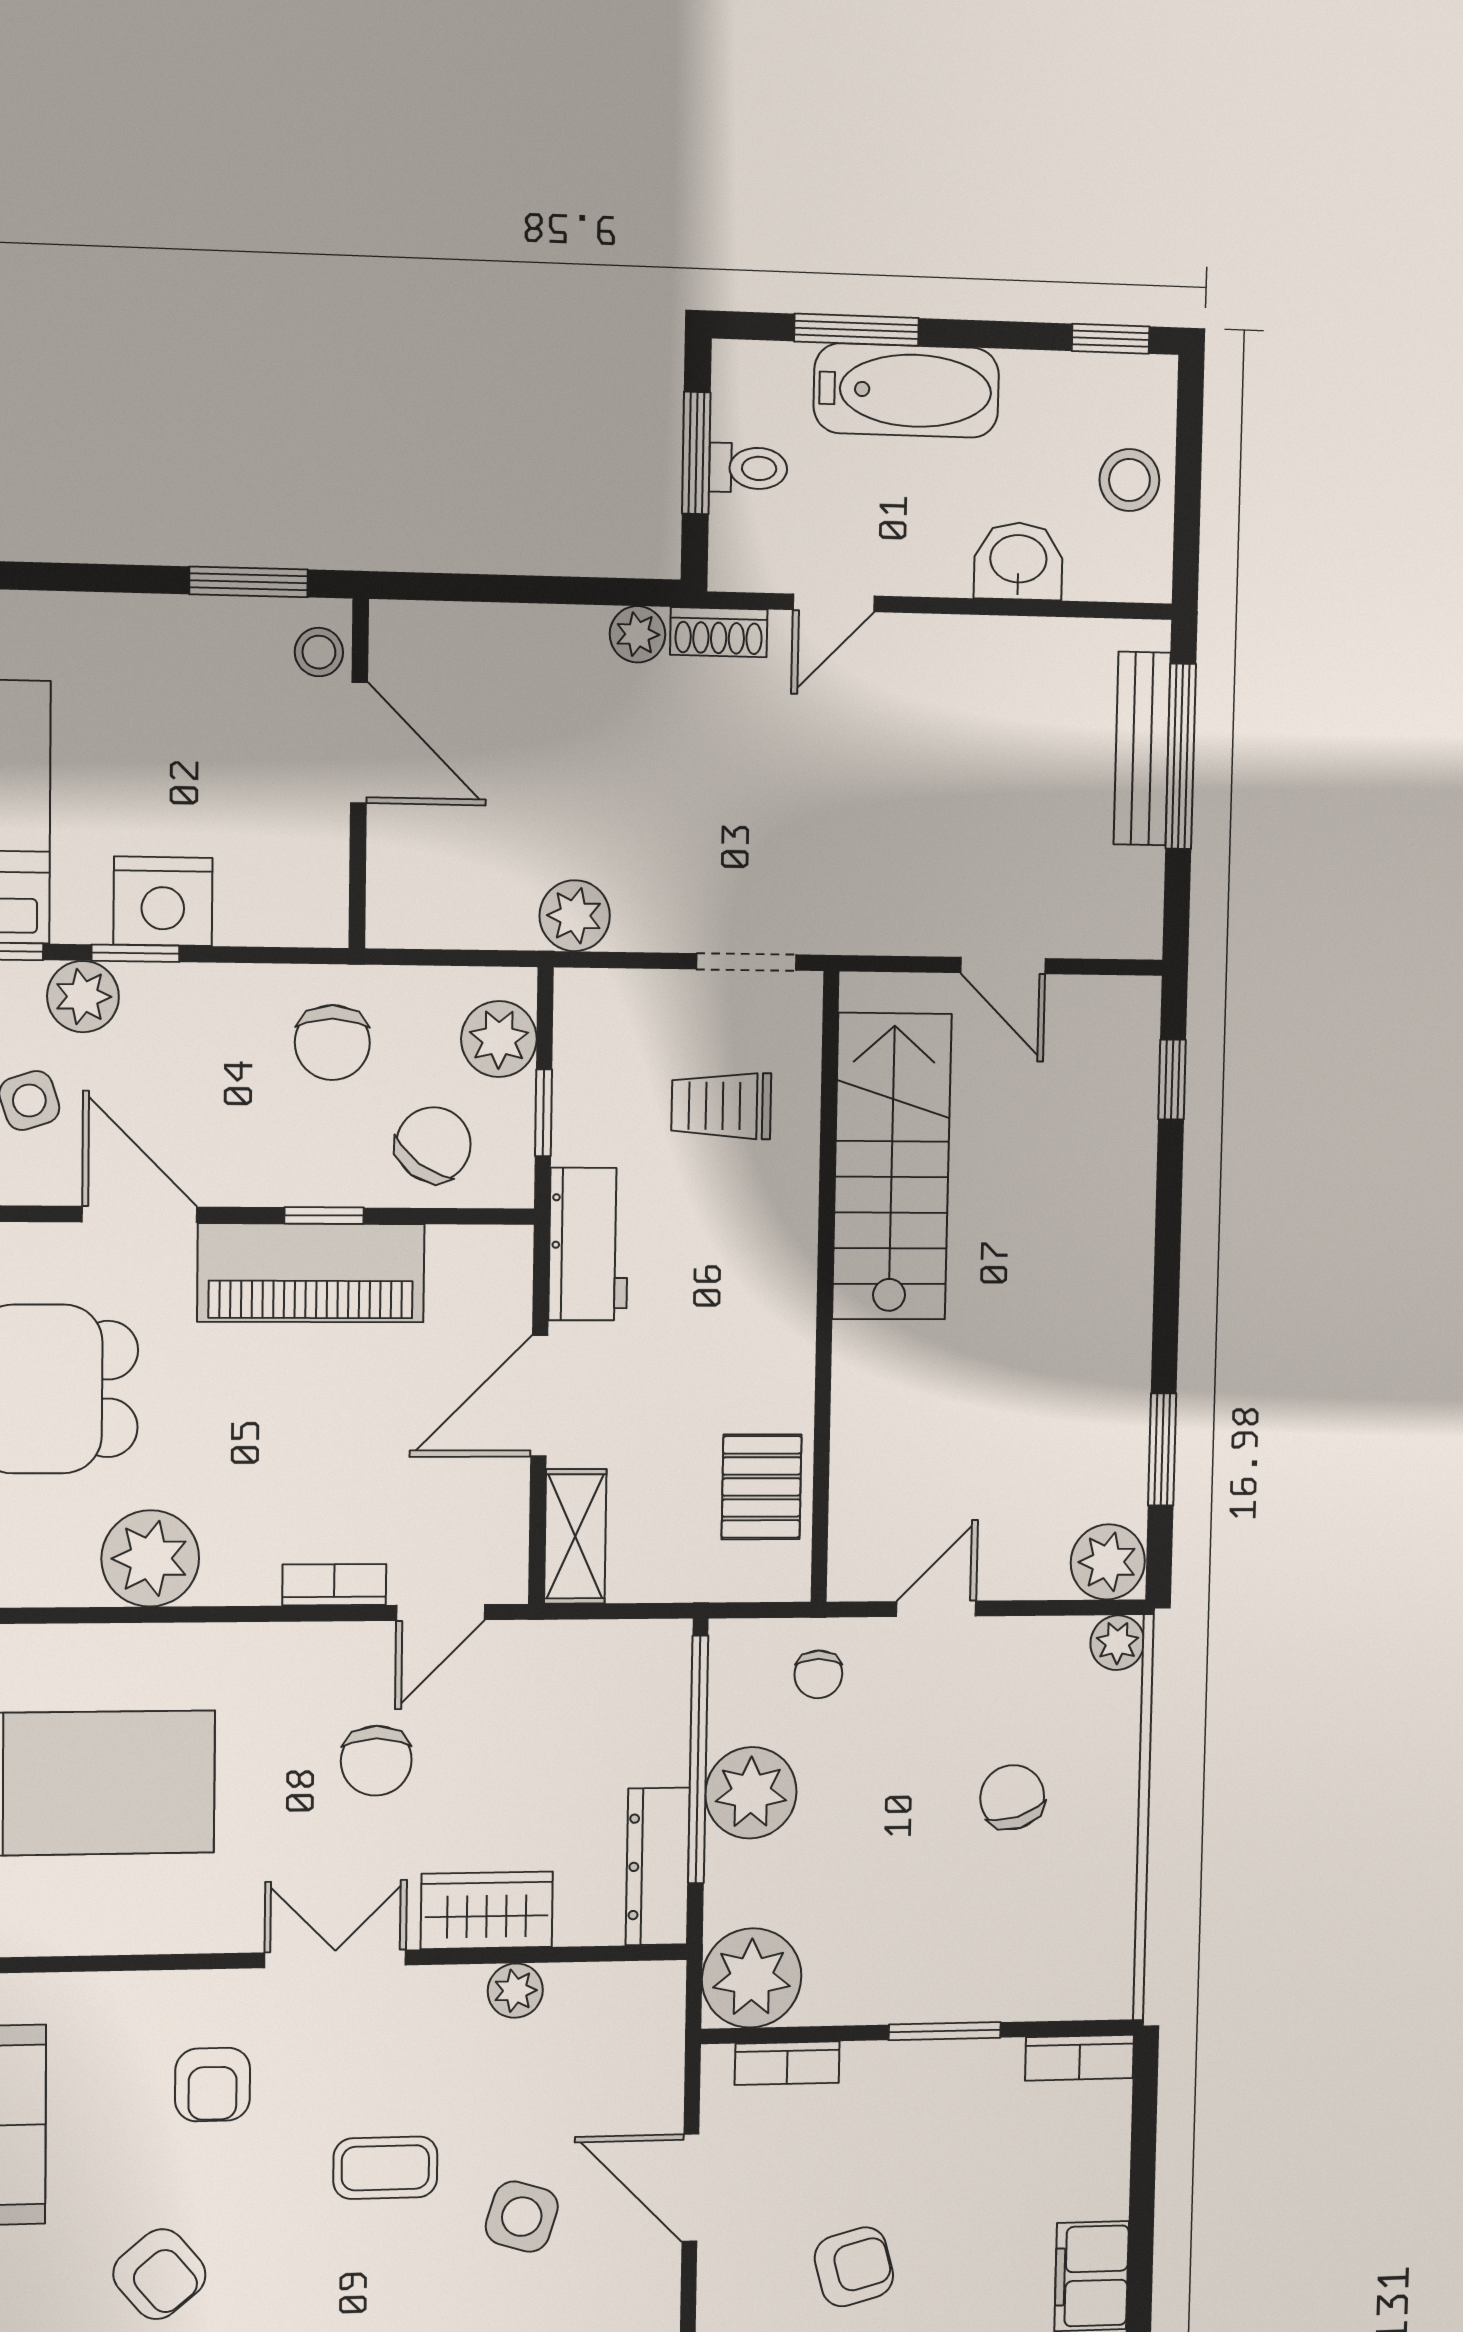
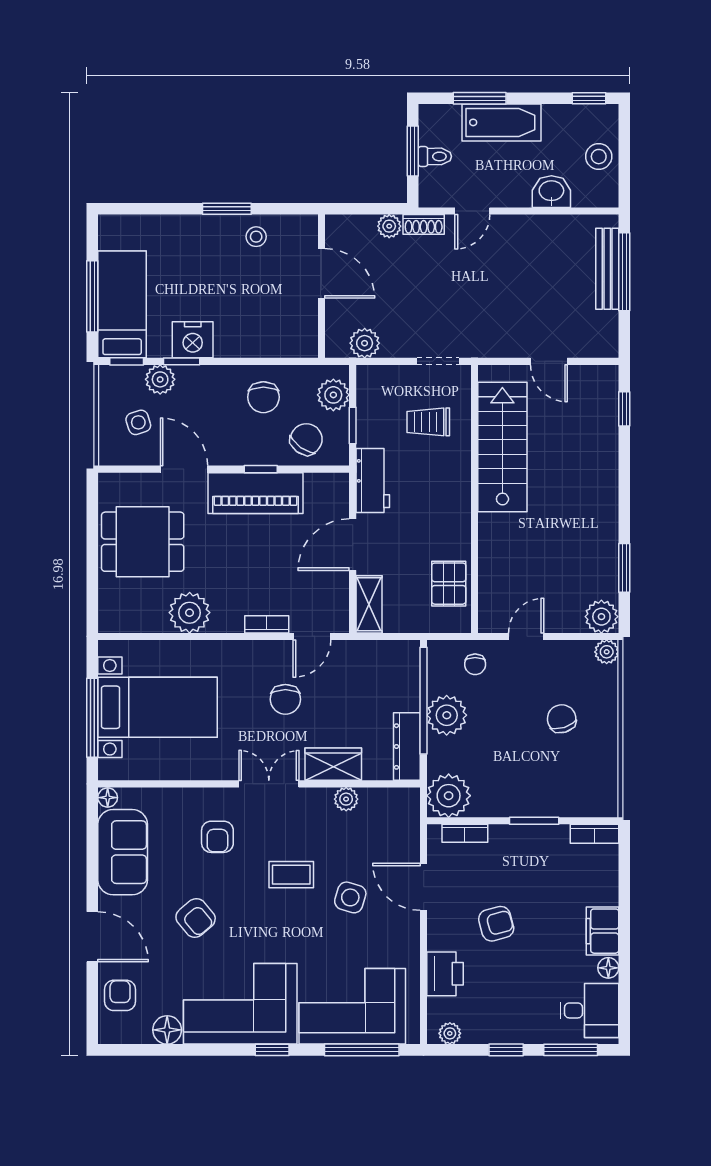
door: (359, 743) -> (321, 273), moved
wall: (359, 774) -> (321, 286), moved

